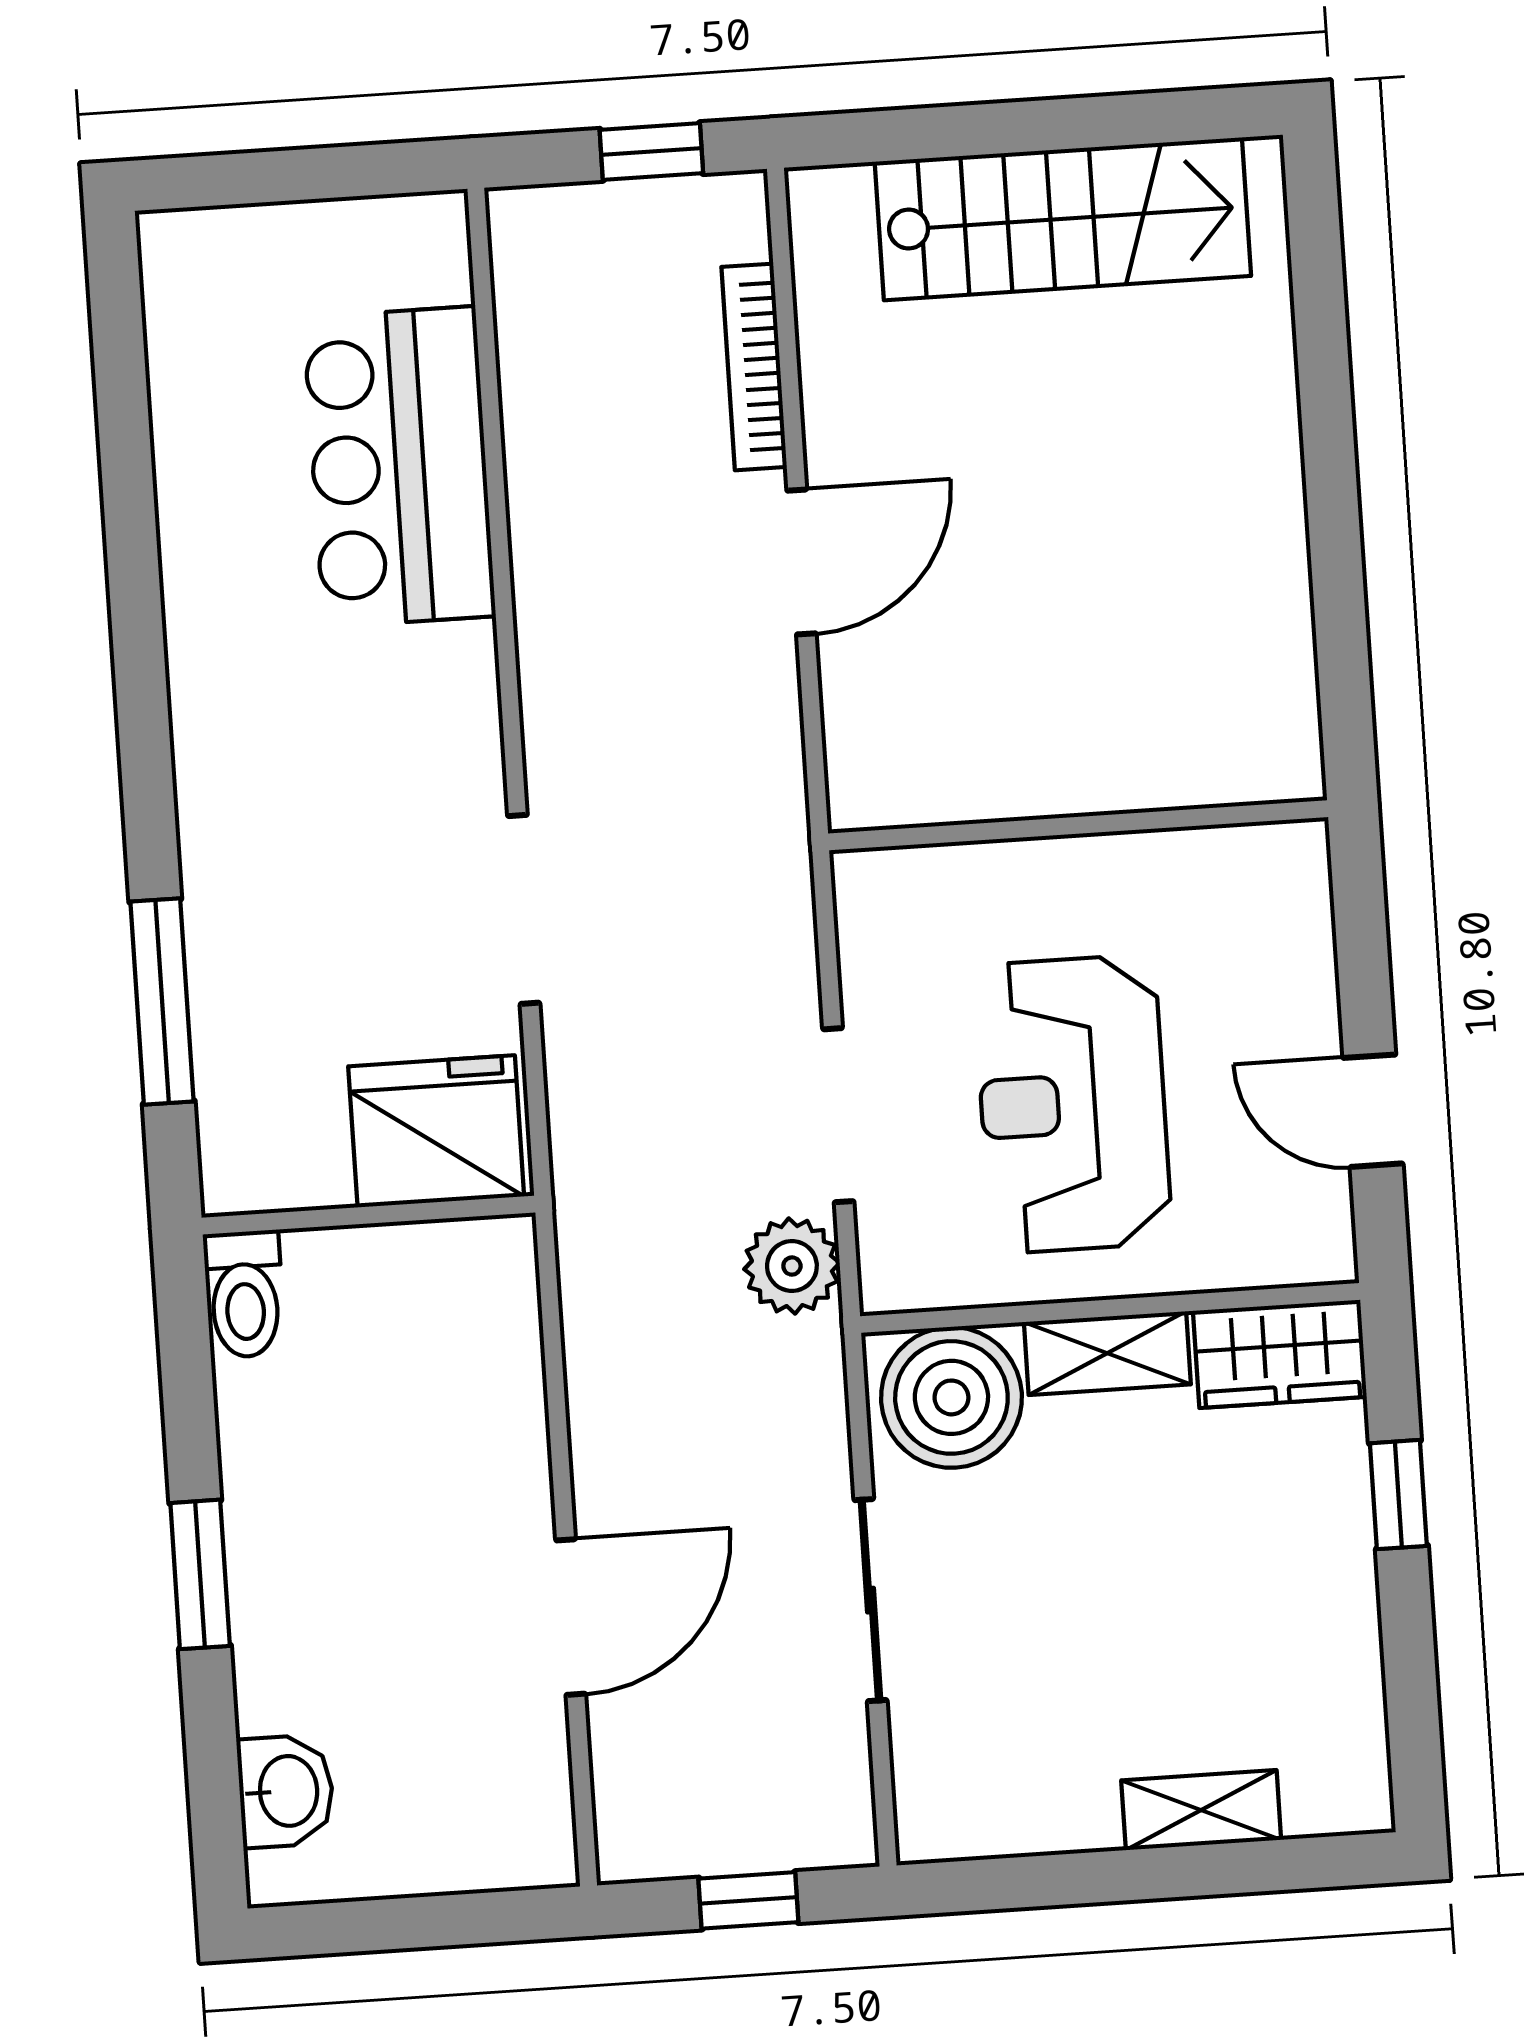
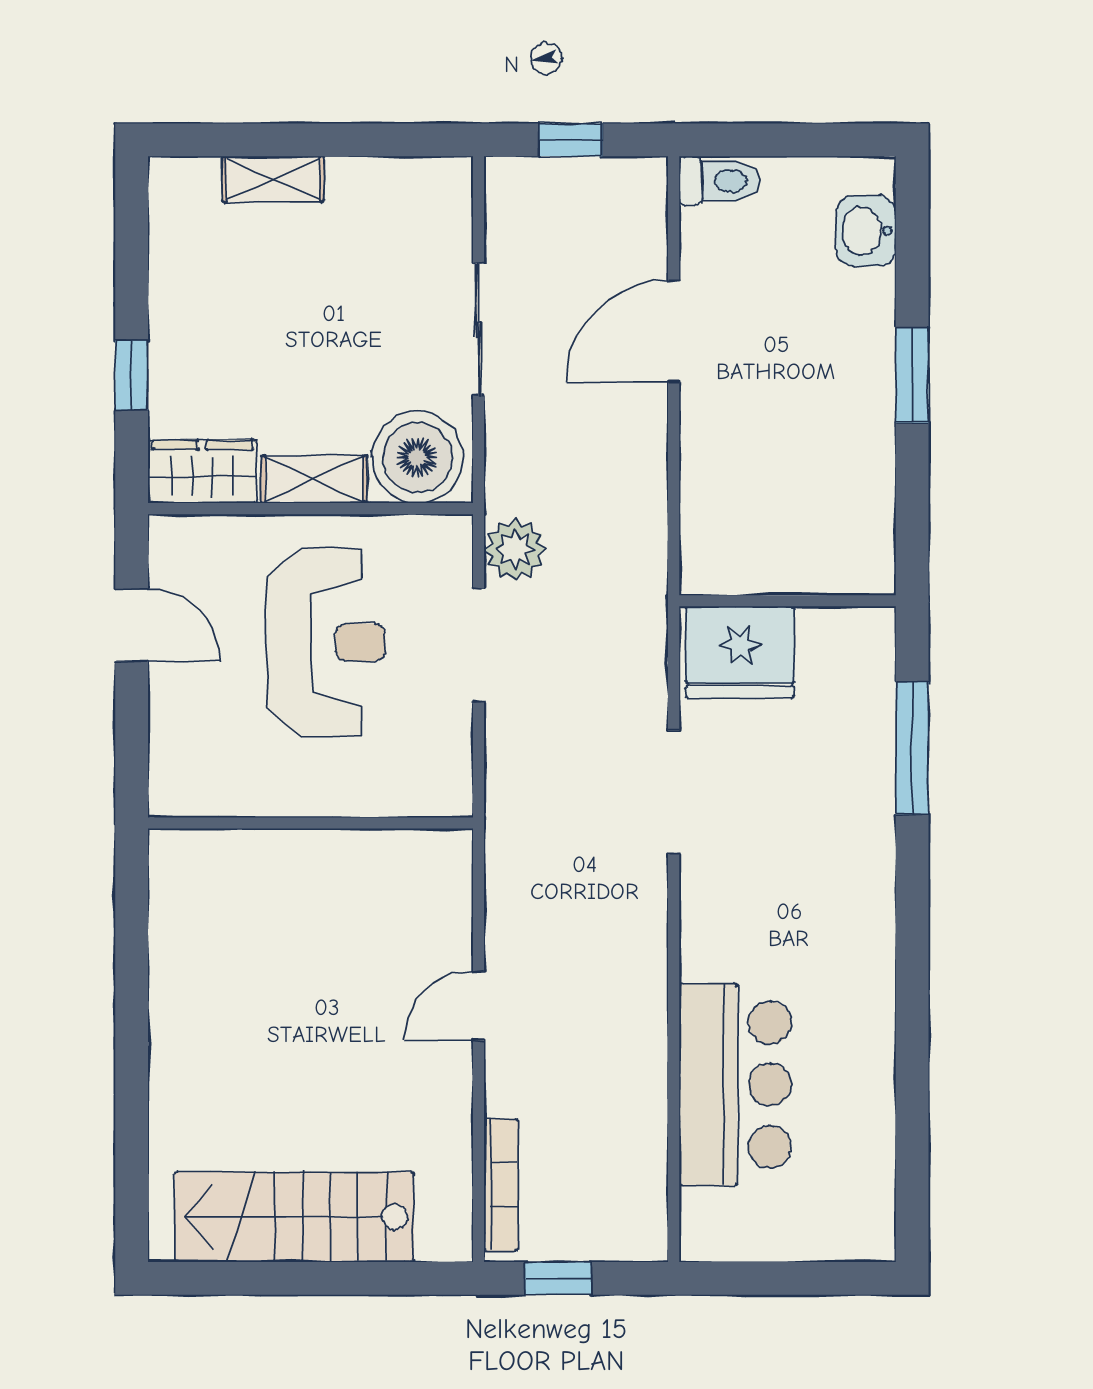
bookcase: (754, 367) -> (501, 1185), moved
door: (802, 562) -> (478, 1006), width x0.73
toilet: (244, 1294) -> (720, 181), moved, turned 90

